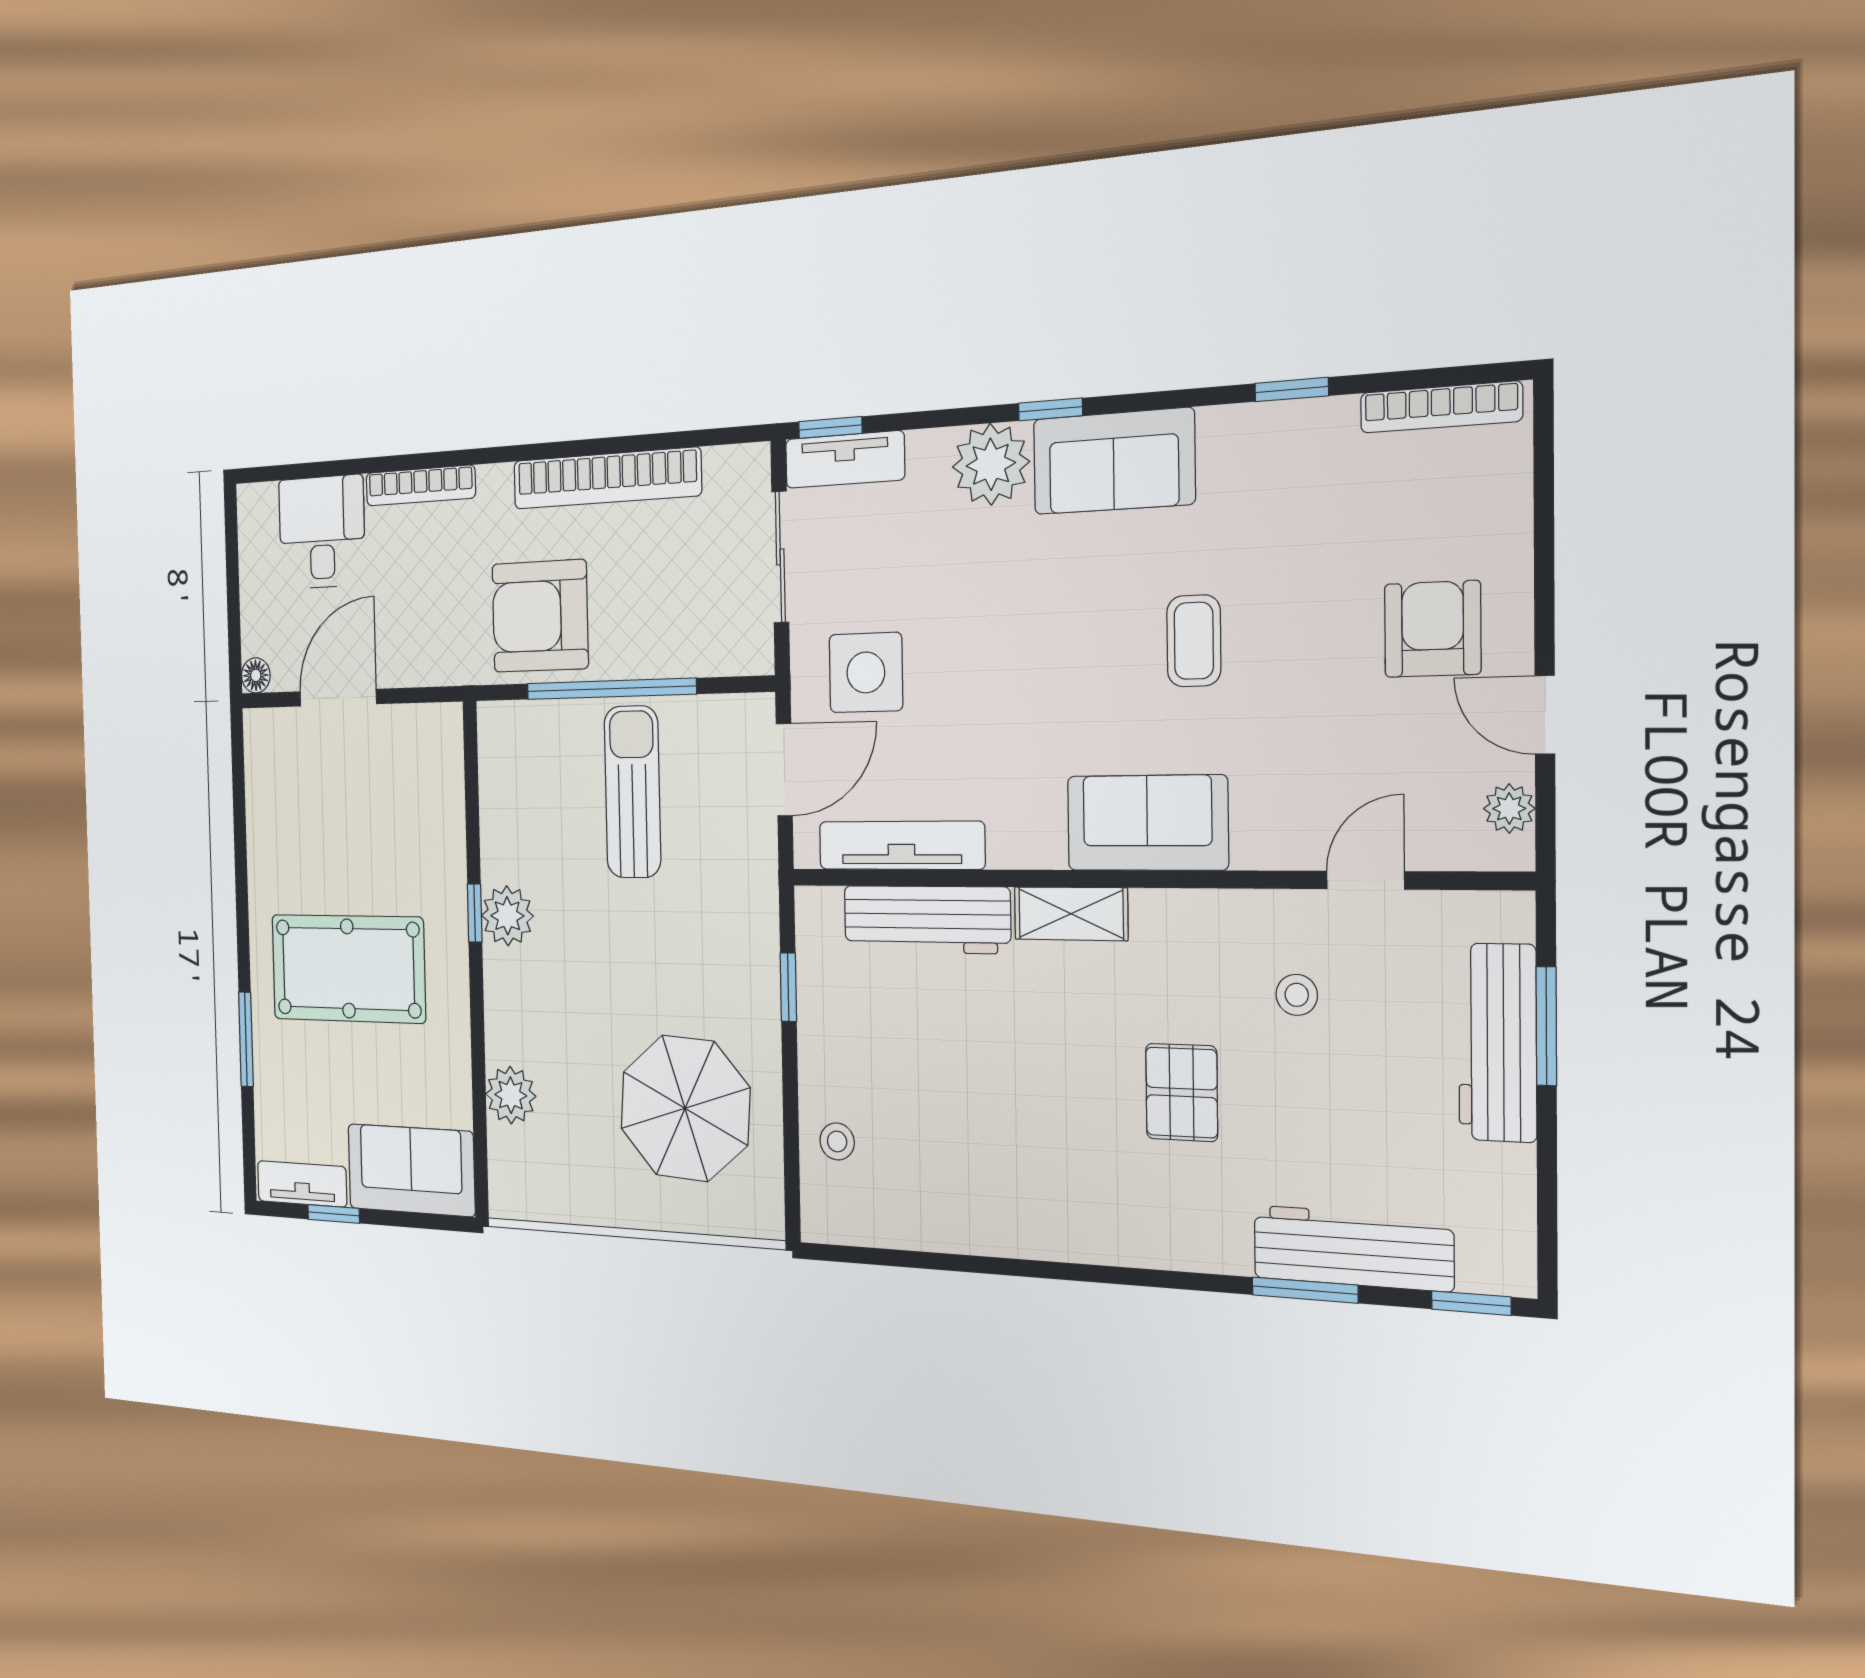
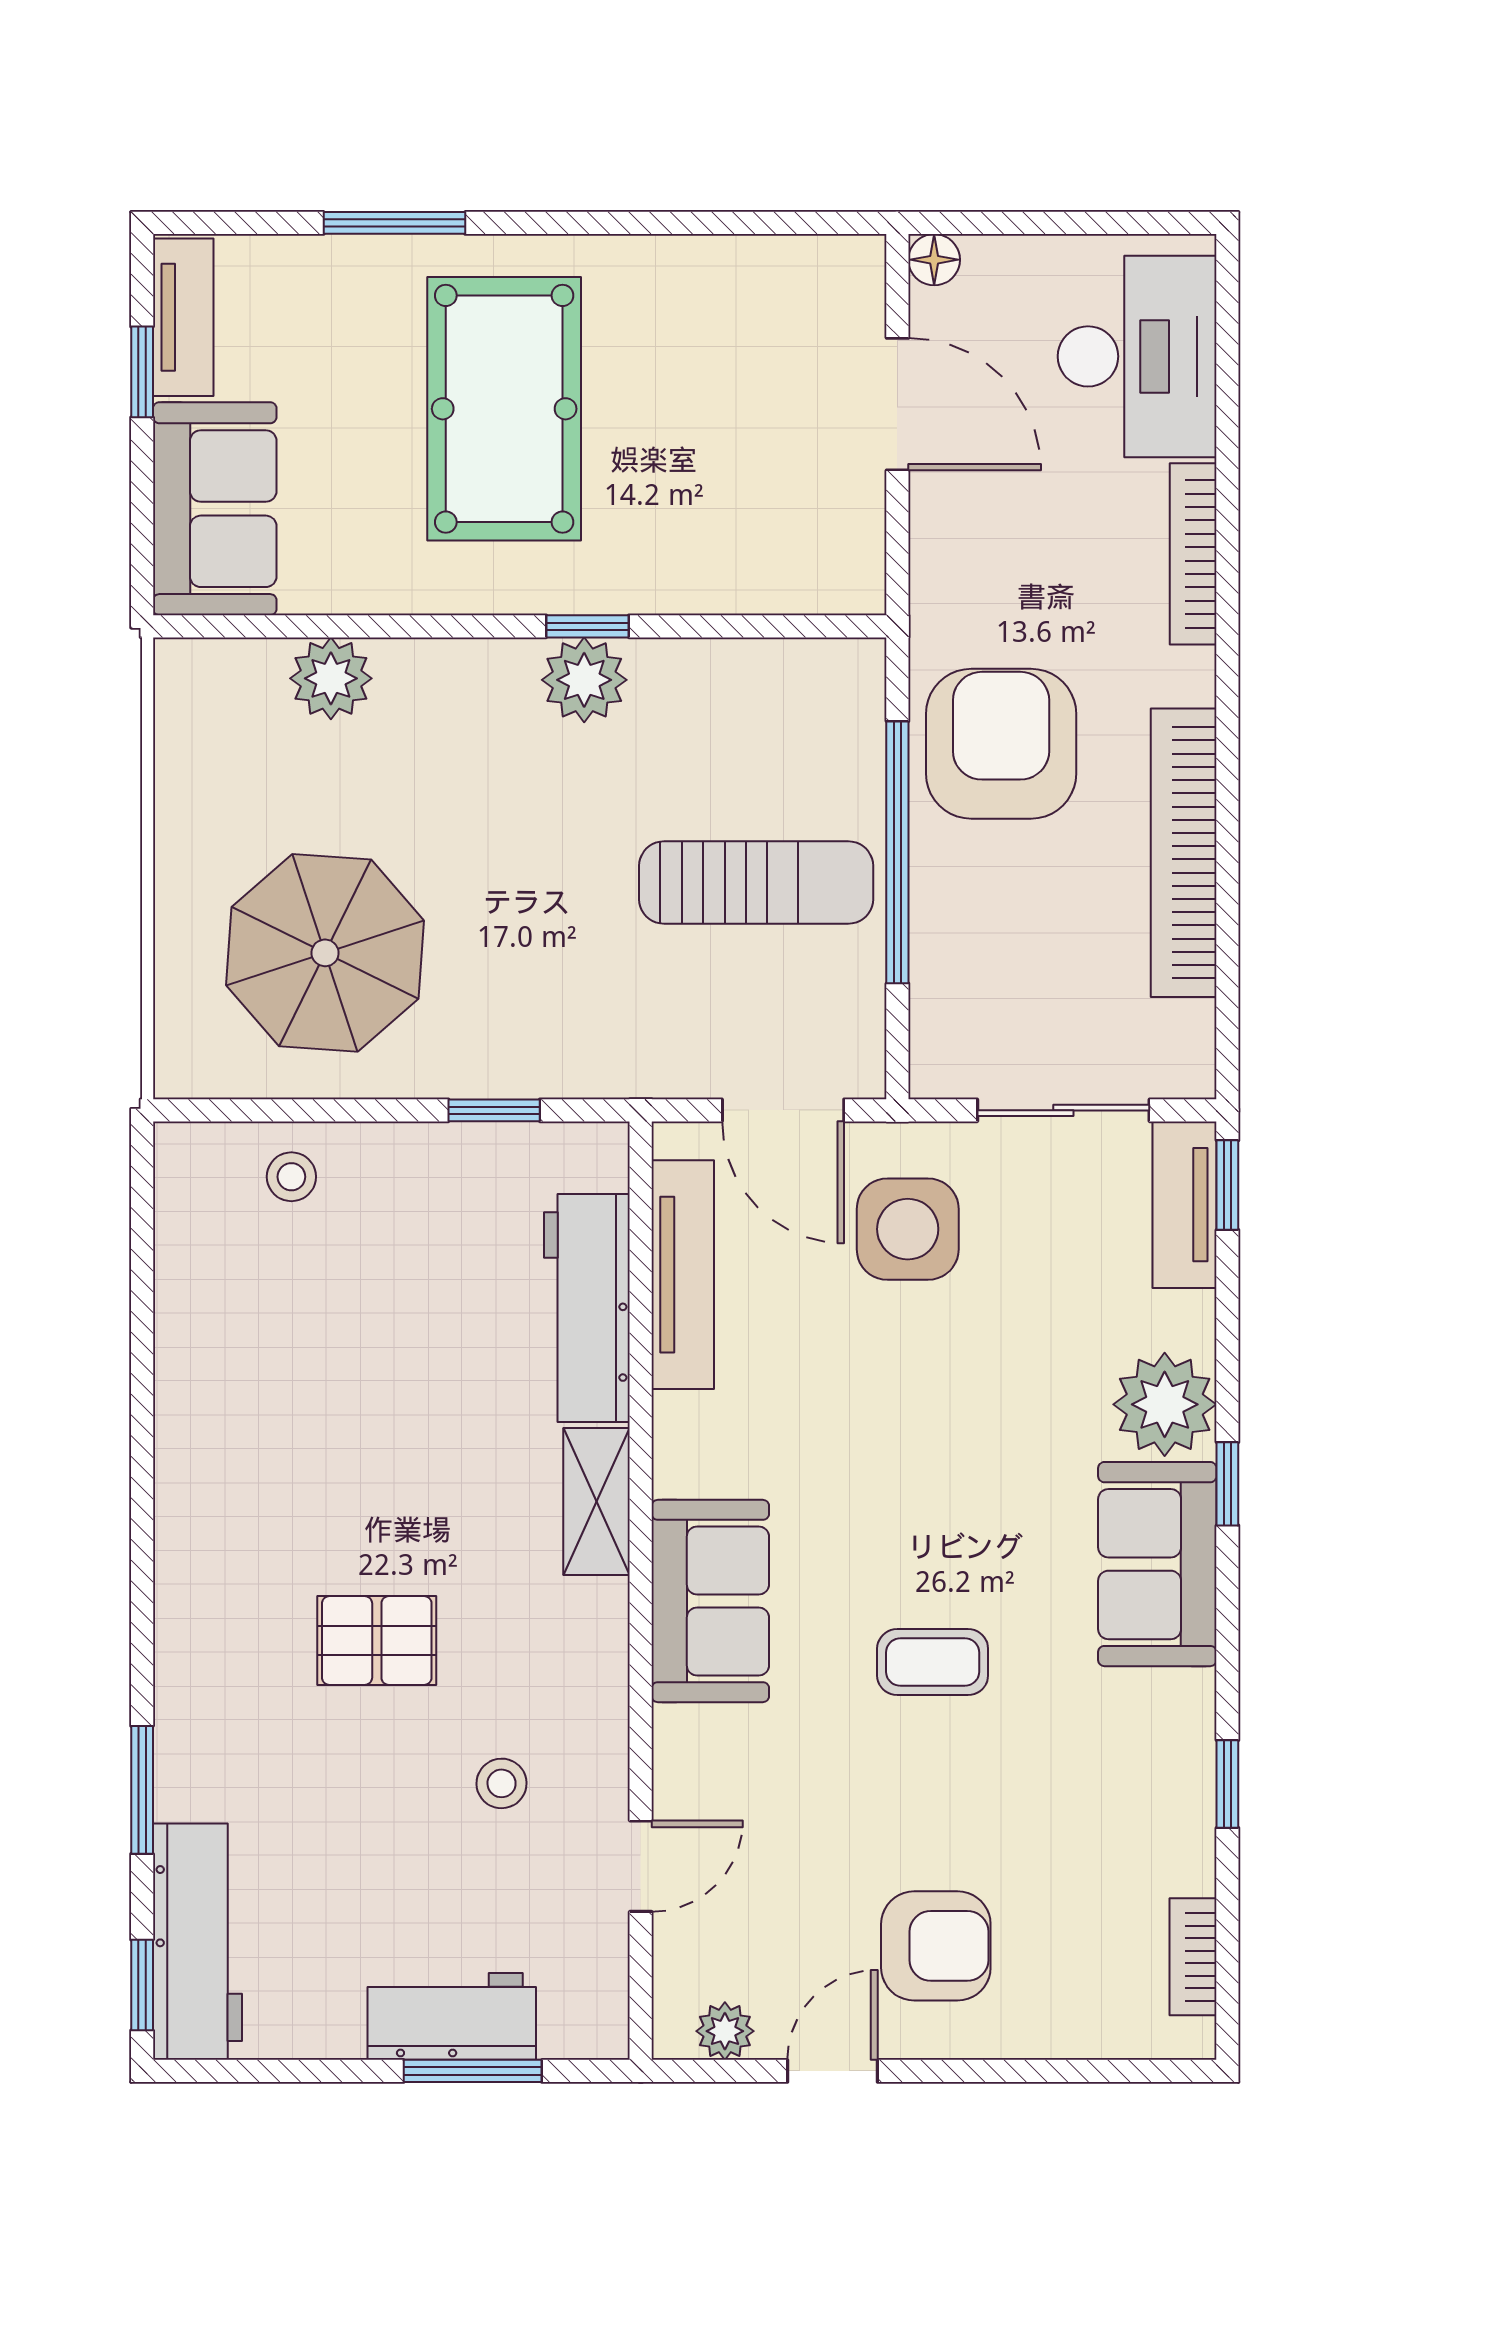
bookcase: (1441, 407) -> (1193, 1957), width x0.64
desk: (322, 532) -> (1137, 356), width x1.37
door: (1365, 880) -> (641, 1866), hinge flipped
workbench: (1497, 1042) -> (452, 2016), width x0.73
workbench: (1353, 1248) -> (198, 1942), moved

